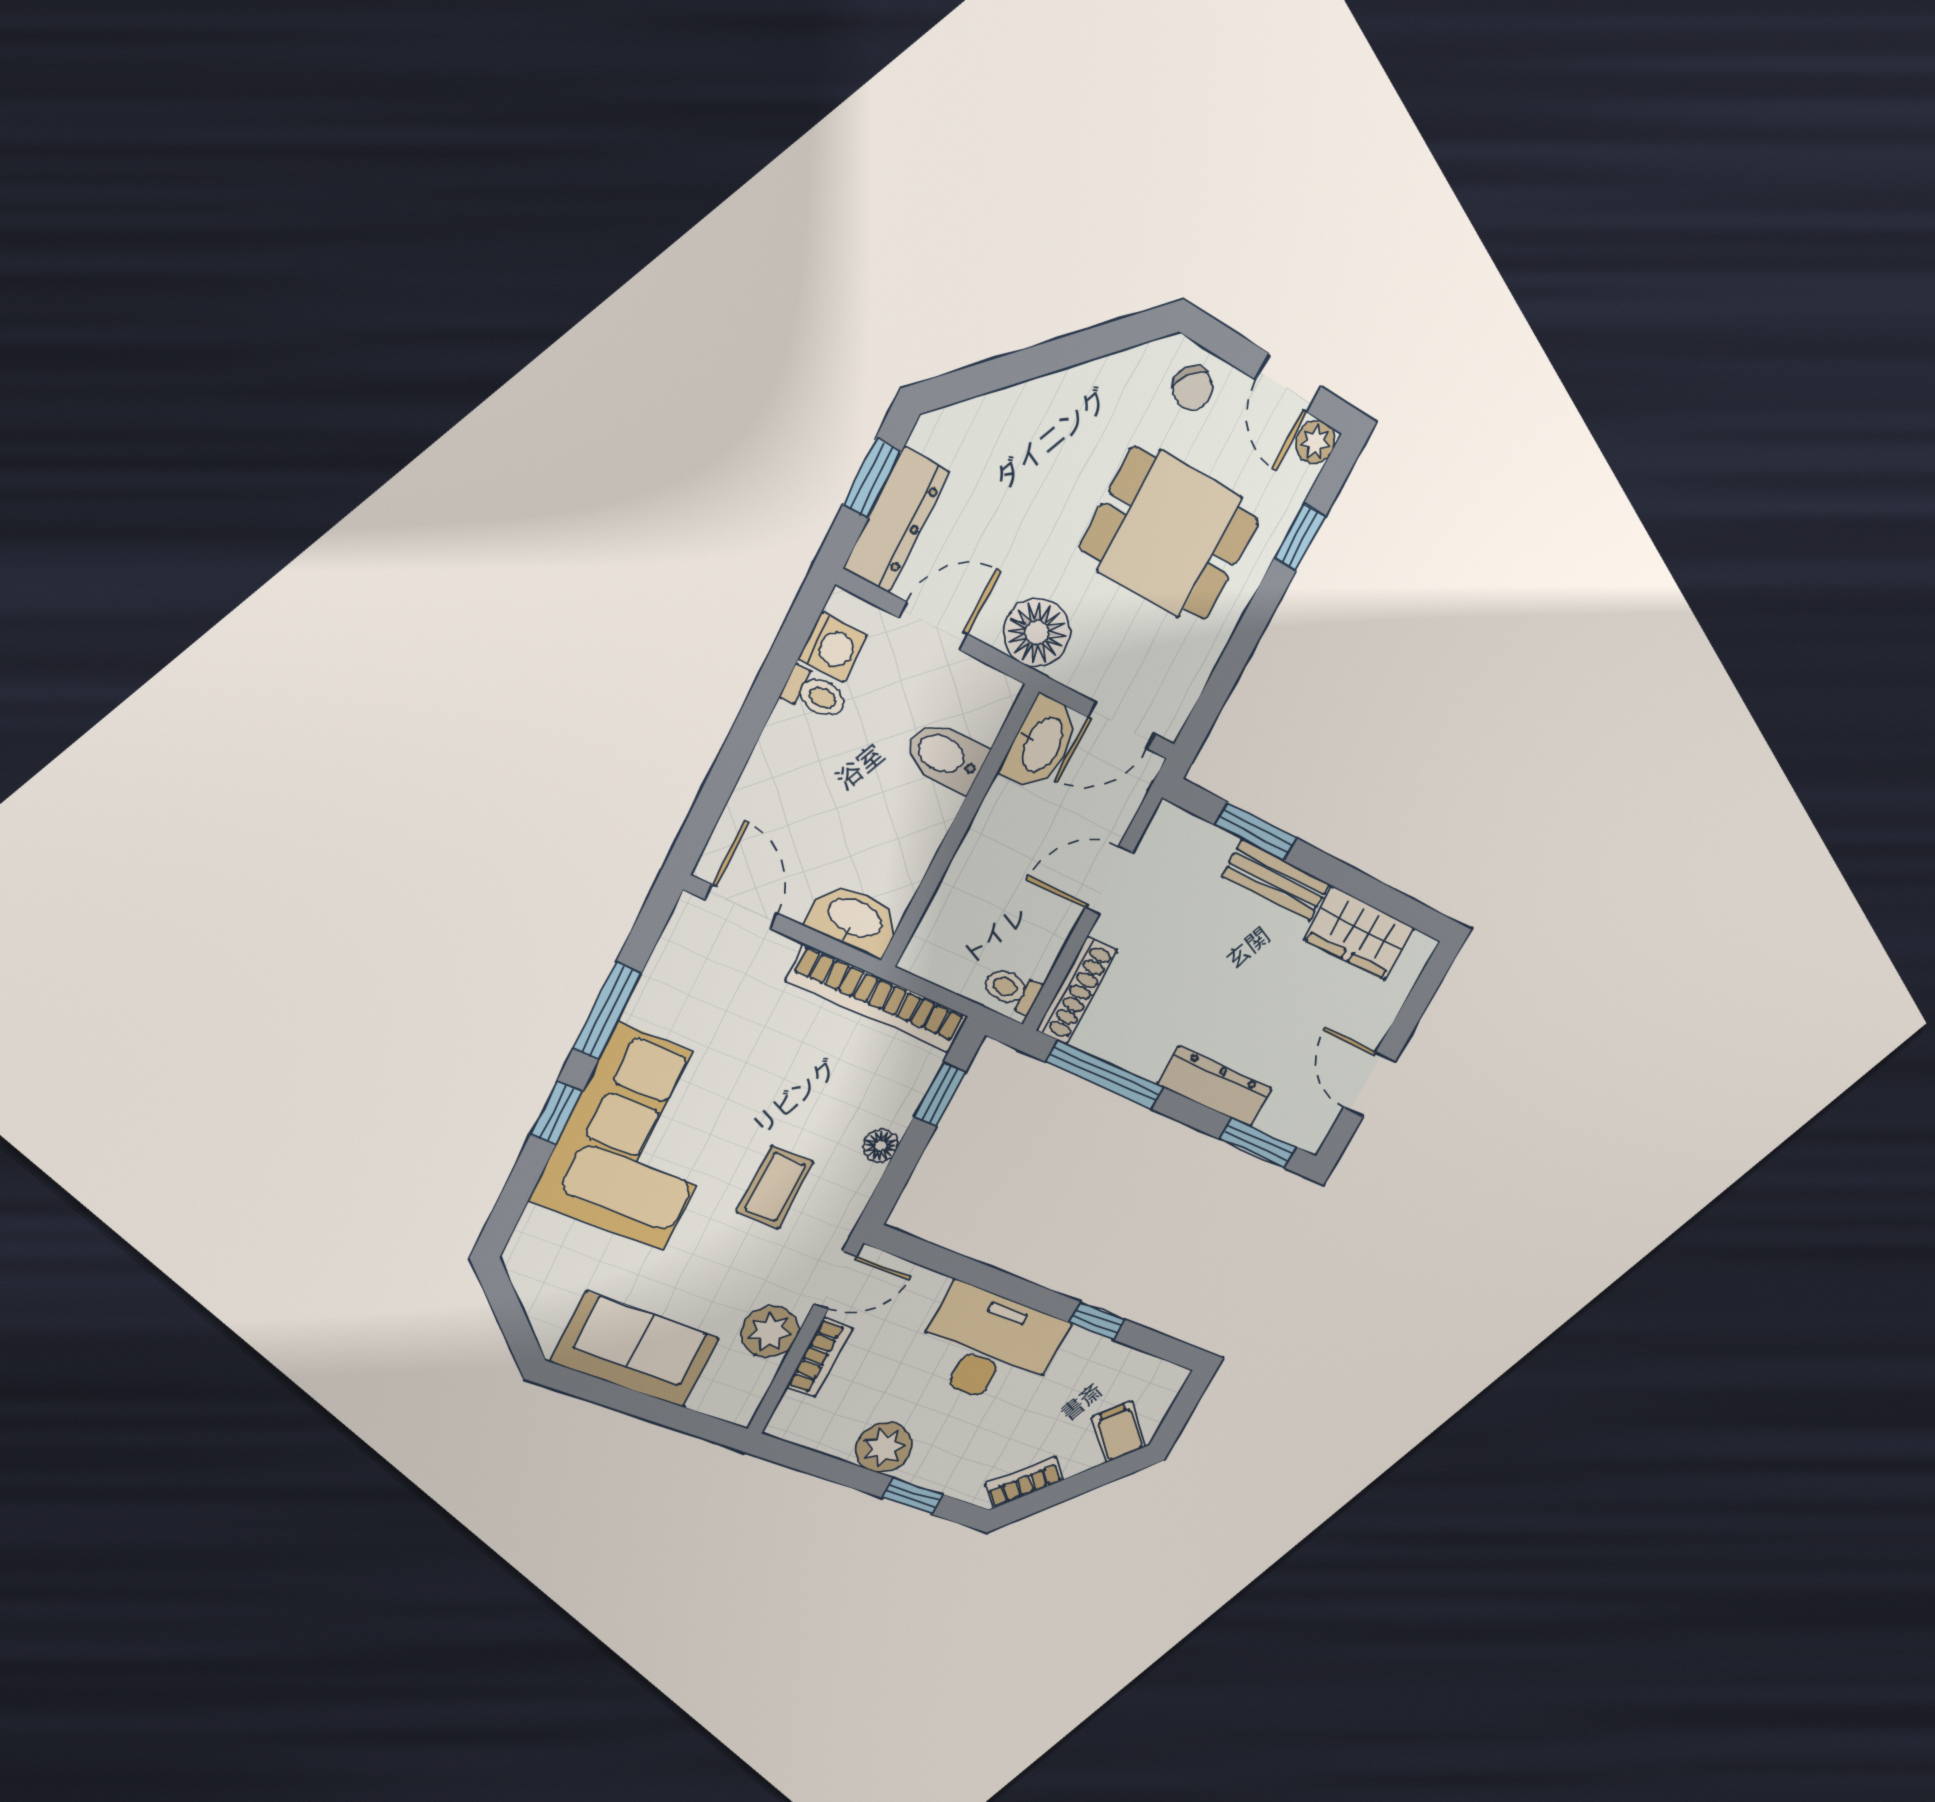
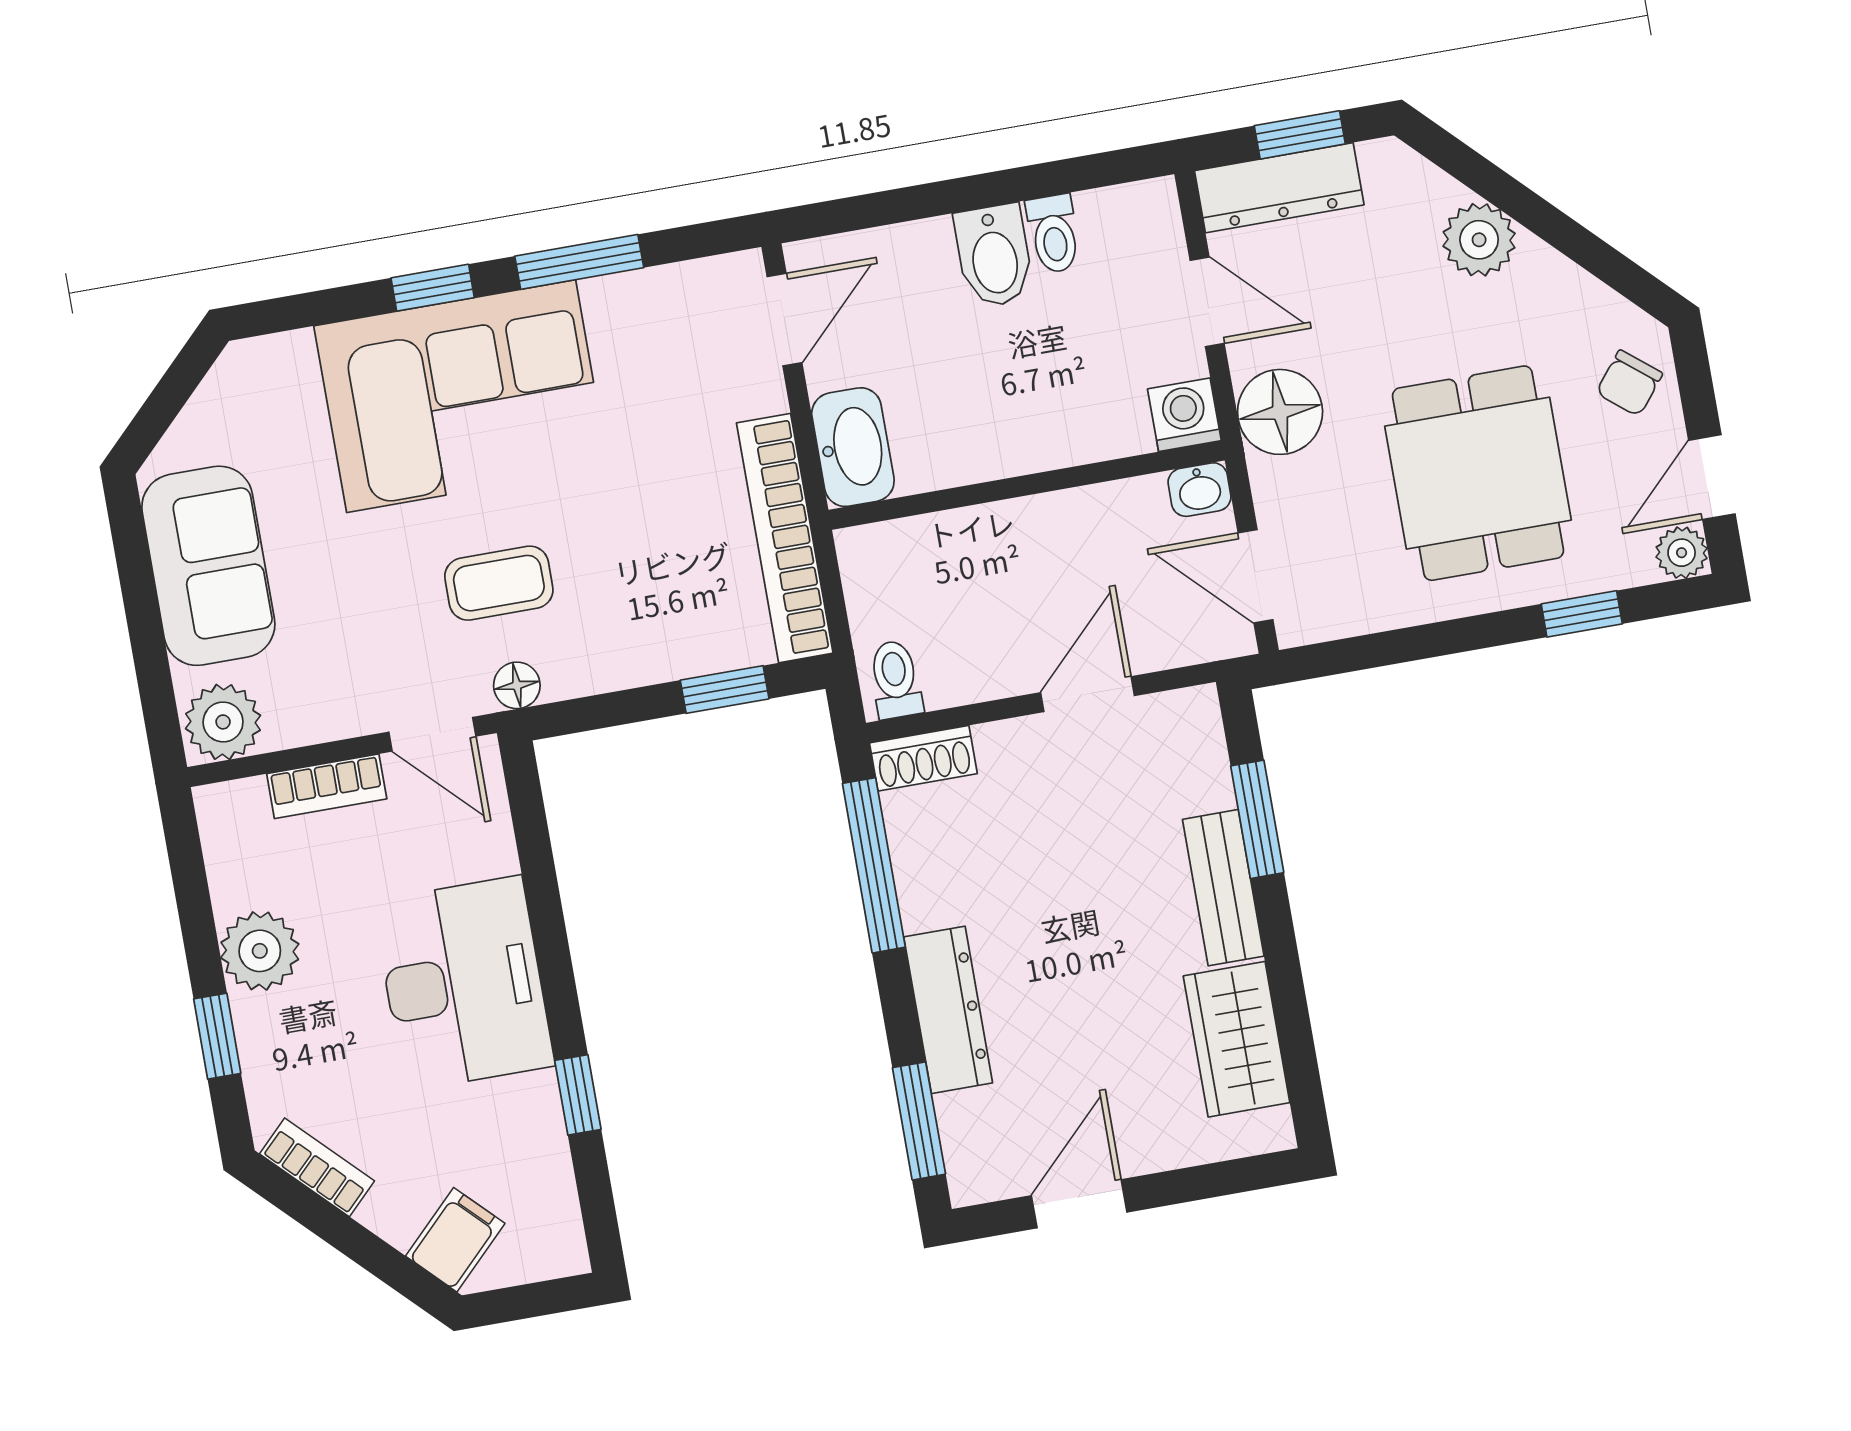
plant: (1030, 412) -> (1479, 240), added
washing machine: (833, 647) -> (1184, 415), moved, turned 180
washbasin: (1041, 744) -> (1200, 490), width x0.52, depth x0.69
bidet: (946, 756) -> (994, 256), moved, turned 180
door: (1109, 881) -> (1088, 694), hinge flipped
shoe rack: (1077, 991) -> (923, 758), width x0.70
floor lamp: (880, 1146) -> (517, 685), moved
plant: (770, 1332) -> (223, 722), moved

